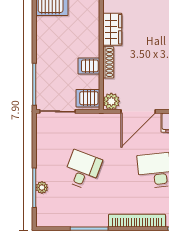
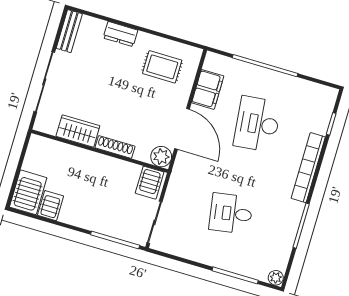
server rack: (89, 66) -> (51, 206), moved, turned 180
desk: (82, 170) -> (231, 213), turned -30
plant: (42, 187) -> (276, 278), moved

